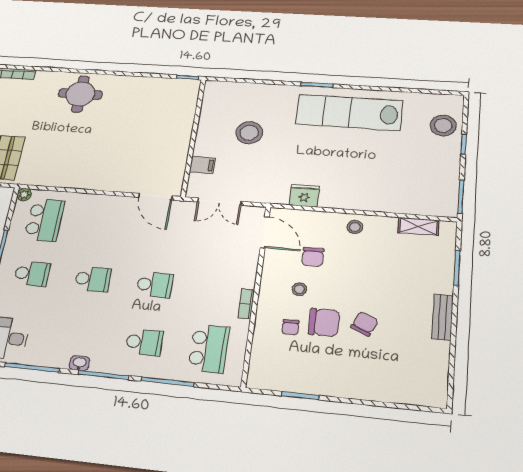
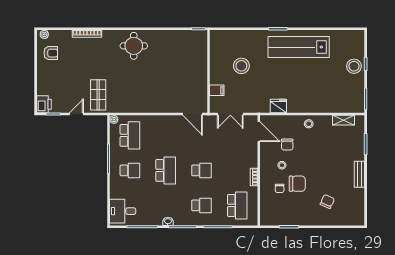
stool: (443, 126) -> (354, 66), moved
school desk: (93, 279) -> (166, 170), width x1.85
chair: (365, 324) -> (327, 201), moved

